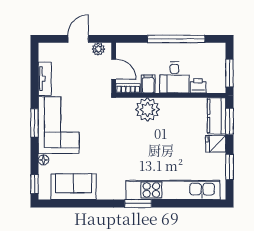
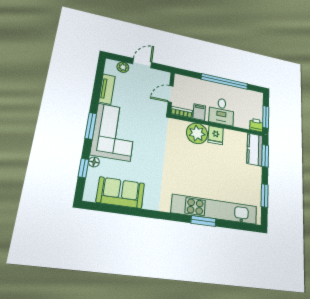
plant: (98, 49) -> (123, 67), moved
door: (114, 69) -> (171, 94), swing flipped
printer: (198, 86) -> (256, 125), moved
fridge: (216, 144) -> (216, 135), moved, turned -90
window: (34, 184) -> (84, 168), moved
window: (138, 203) -> (203, 221), moved

